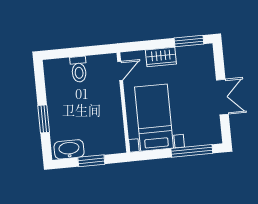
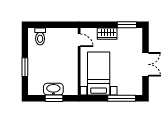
toilet: (79, 69) -> (40, 36), moved
door: (120, 71) -> (79, 40), hinge flipped
washbasin: (69, 149) -> (53, 89), moved

